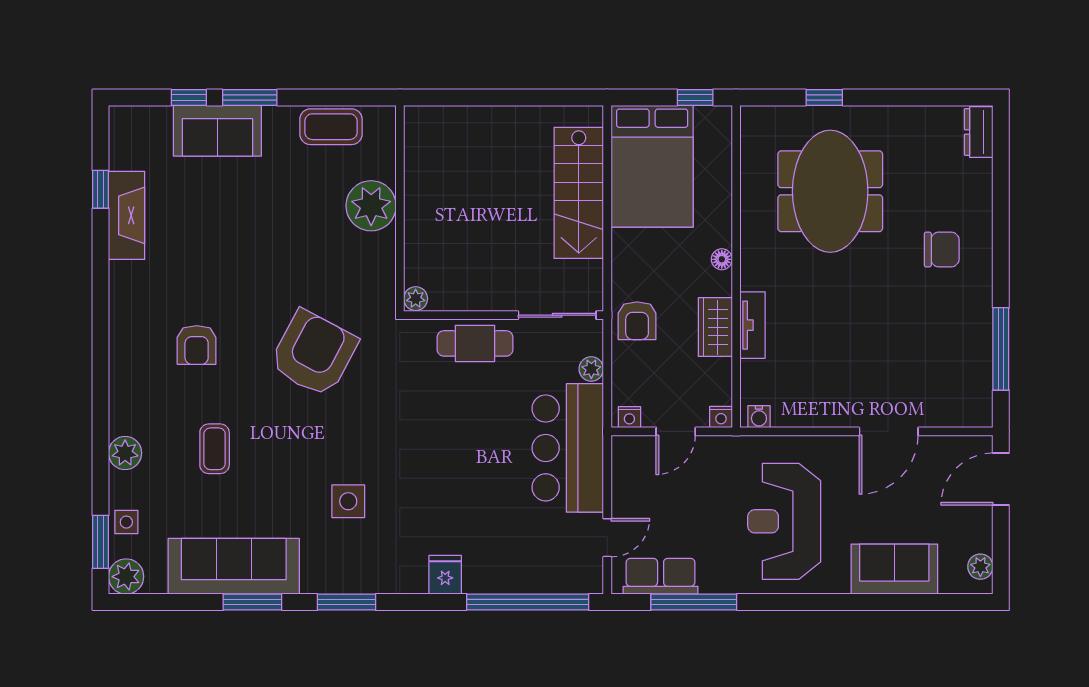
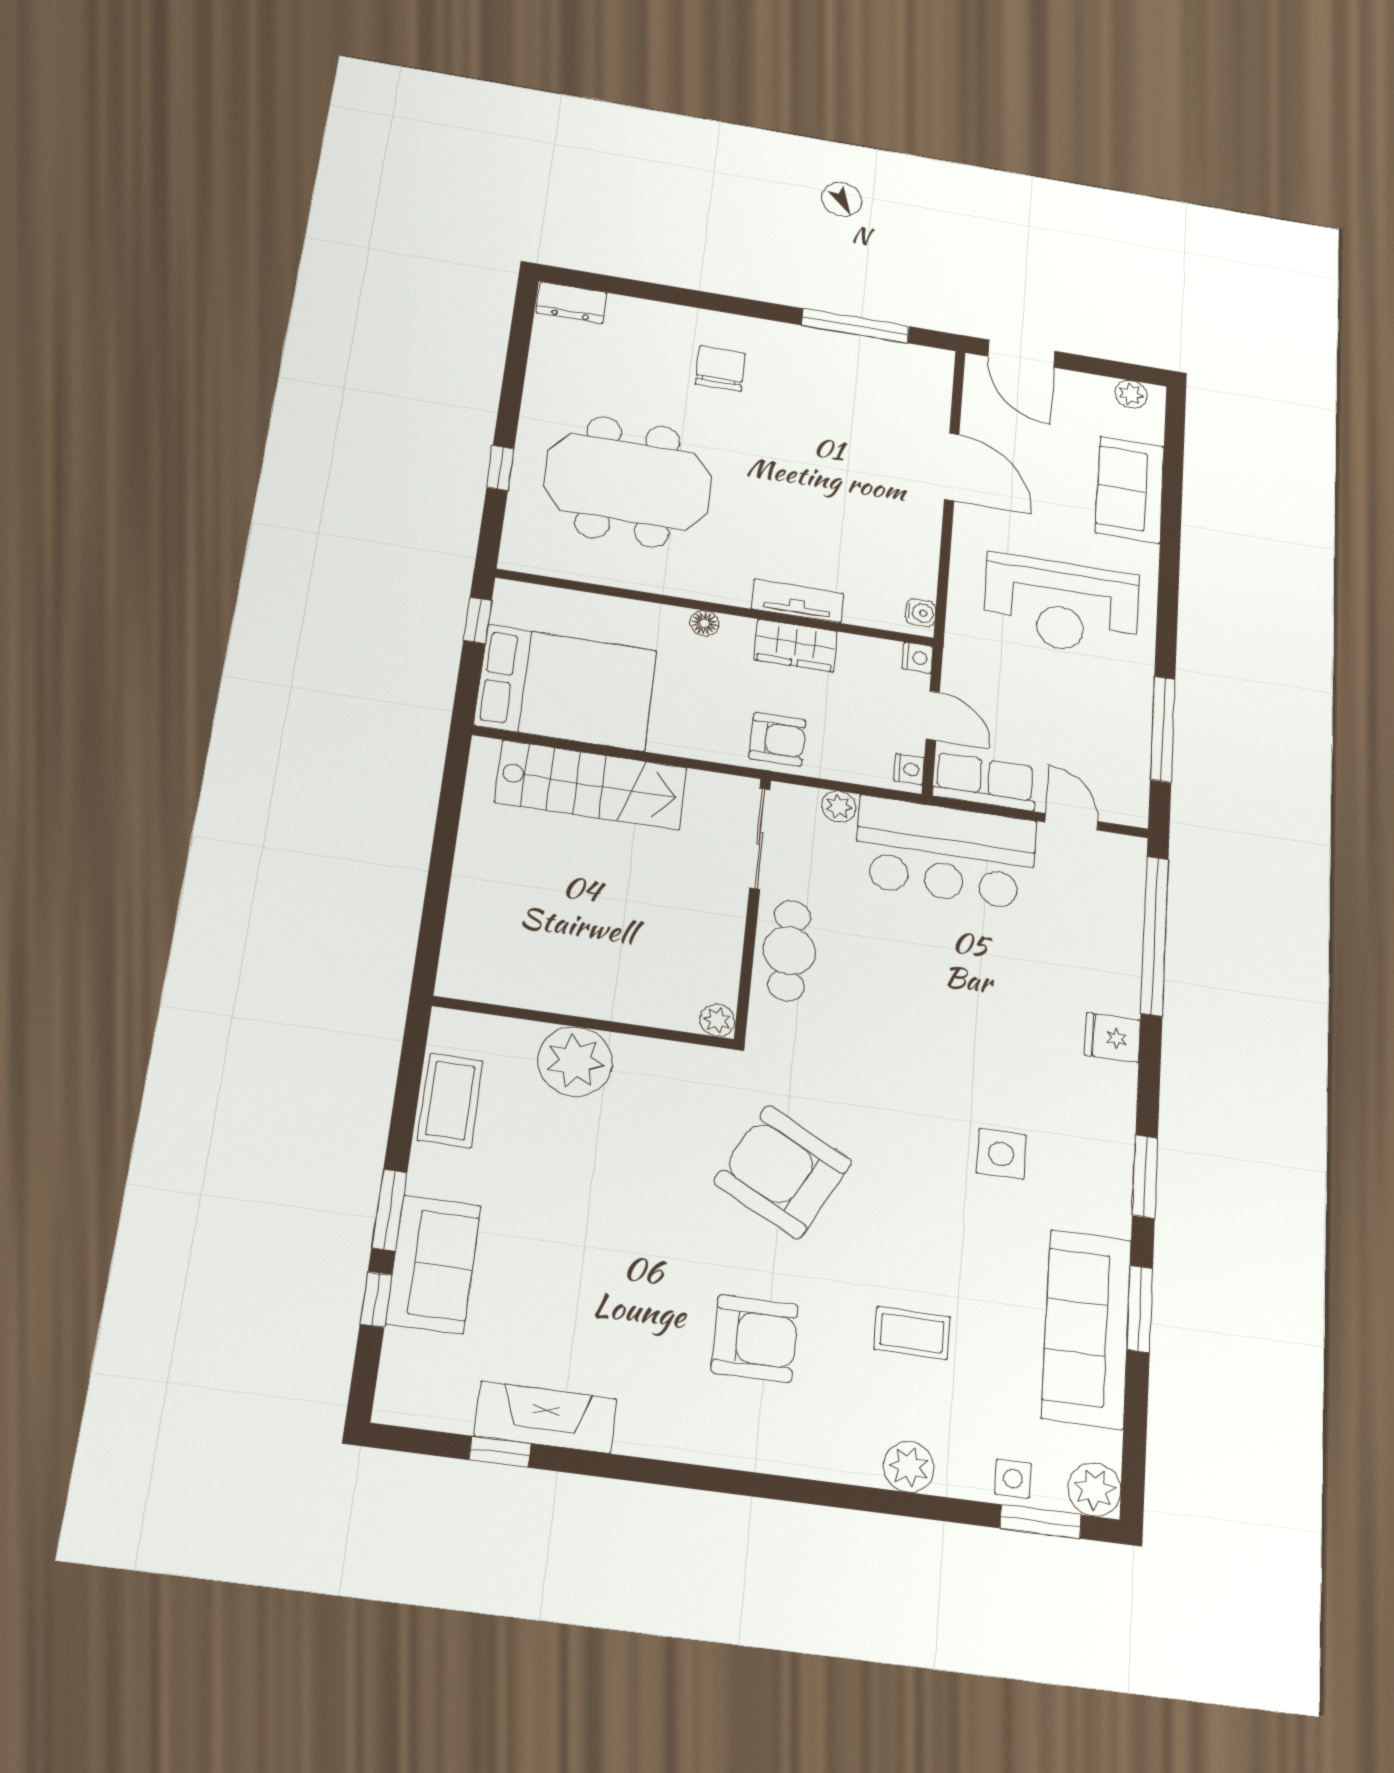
armchair: (197, 345) -> (755, 1338), width x1.38, depth x1.38
row of seats: (661, 576) -> (985, 781), moved, turned 90

